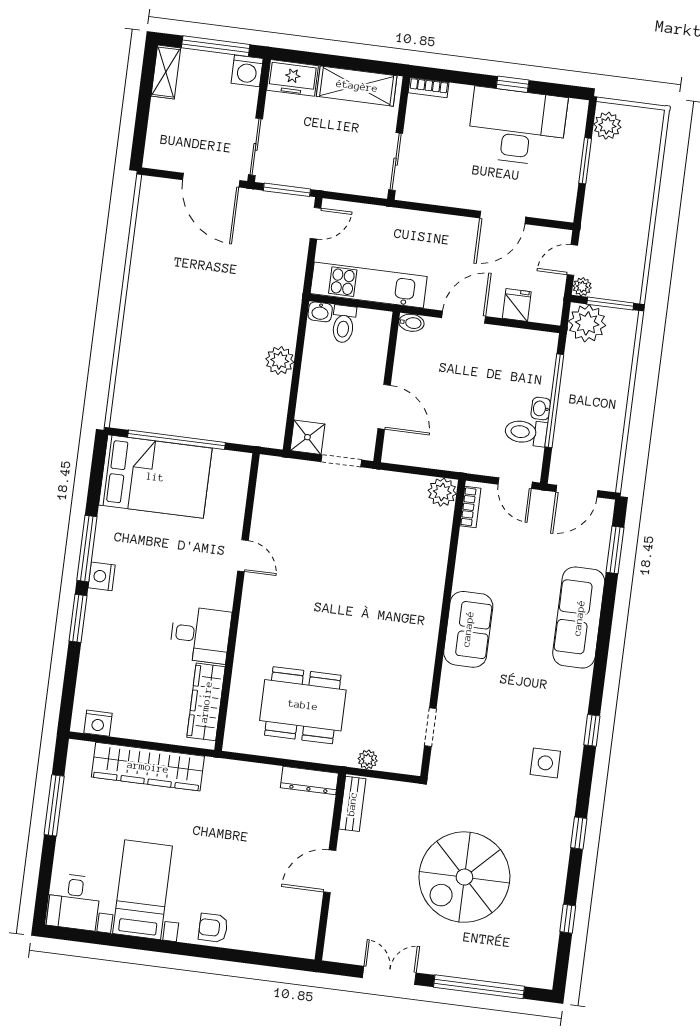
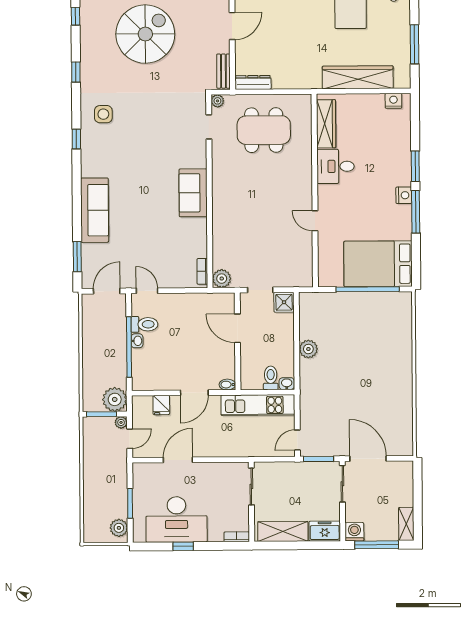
plant: (442, 492) -> (222, 279), moved
bookcase: (470, 507) -> (202, 271), moved
wall: (443, 628) -> (209, 191), moved
sofa: (468, 629) -> (193, 193), moved
doorway: (430, 727) -> (209, 127), moved

